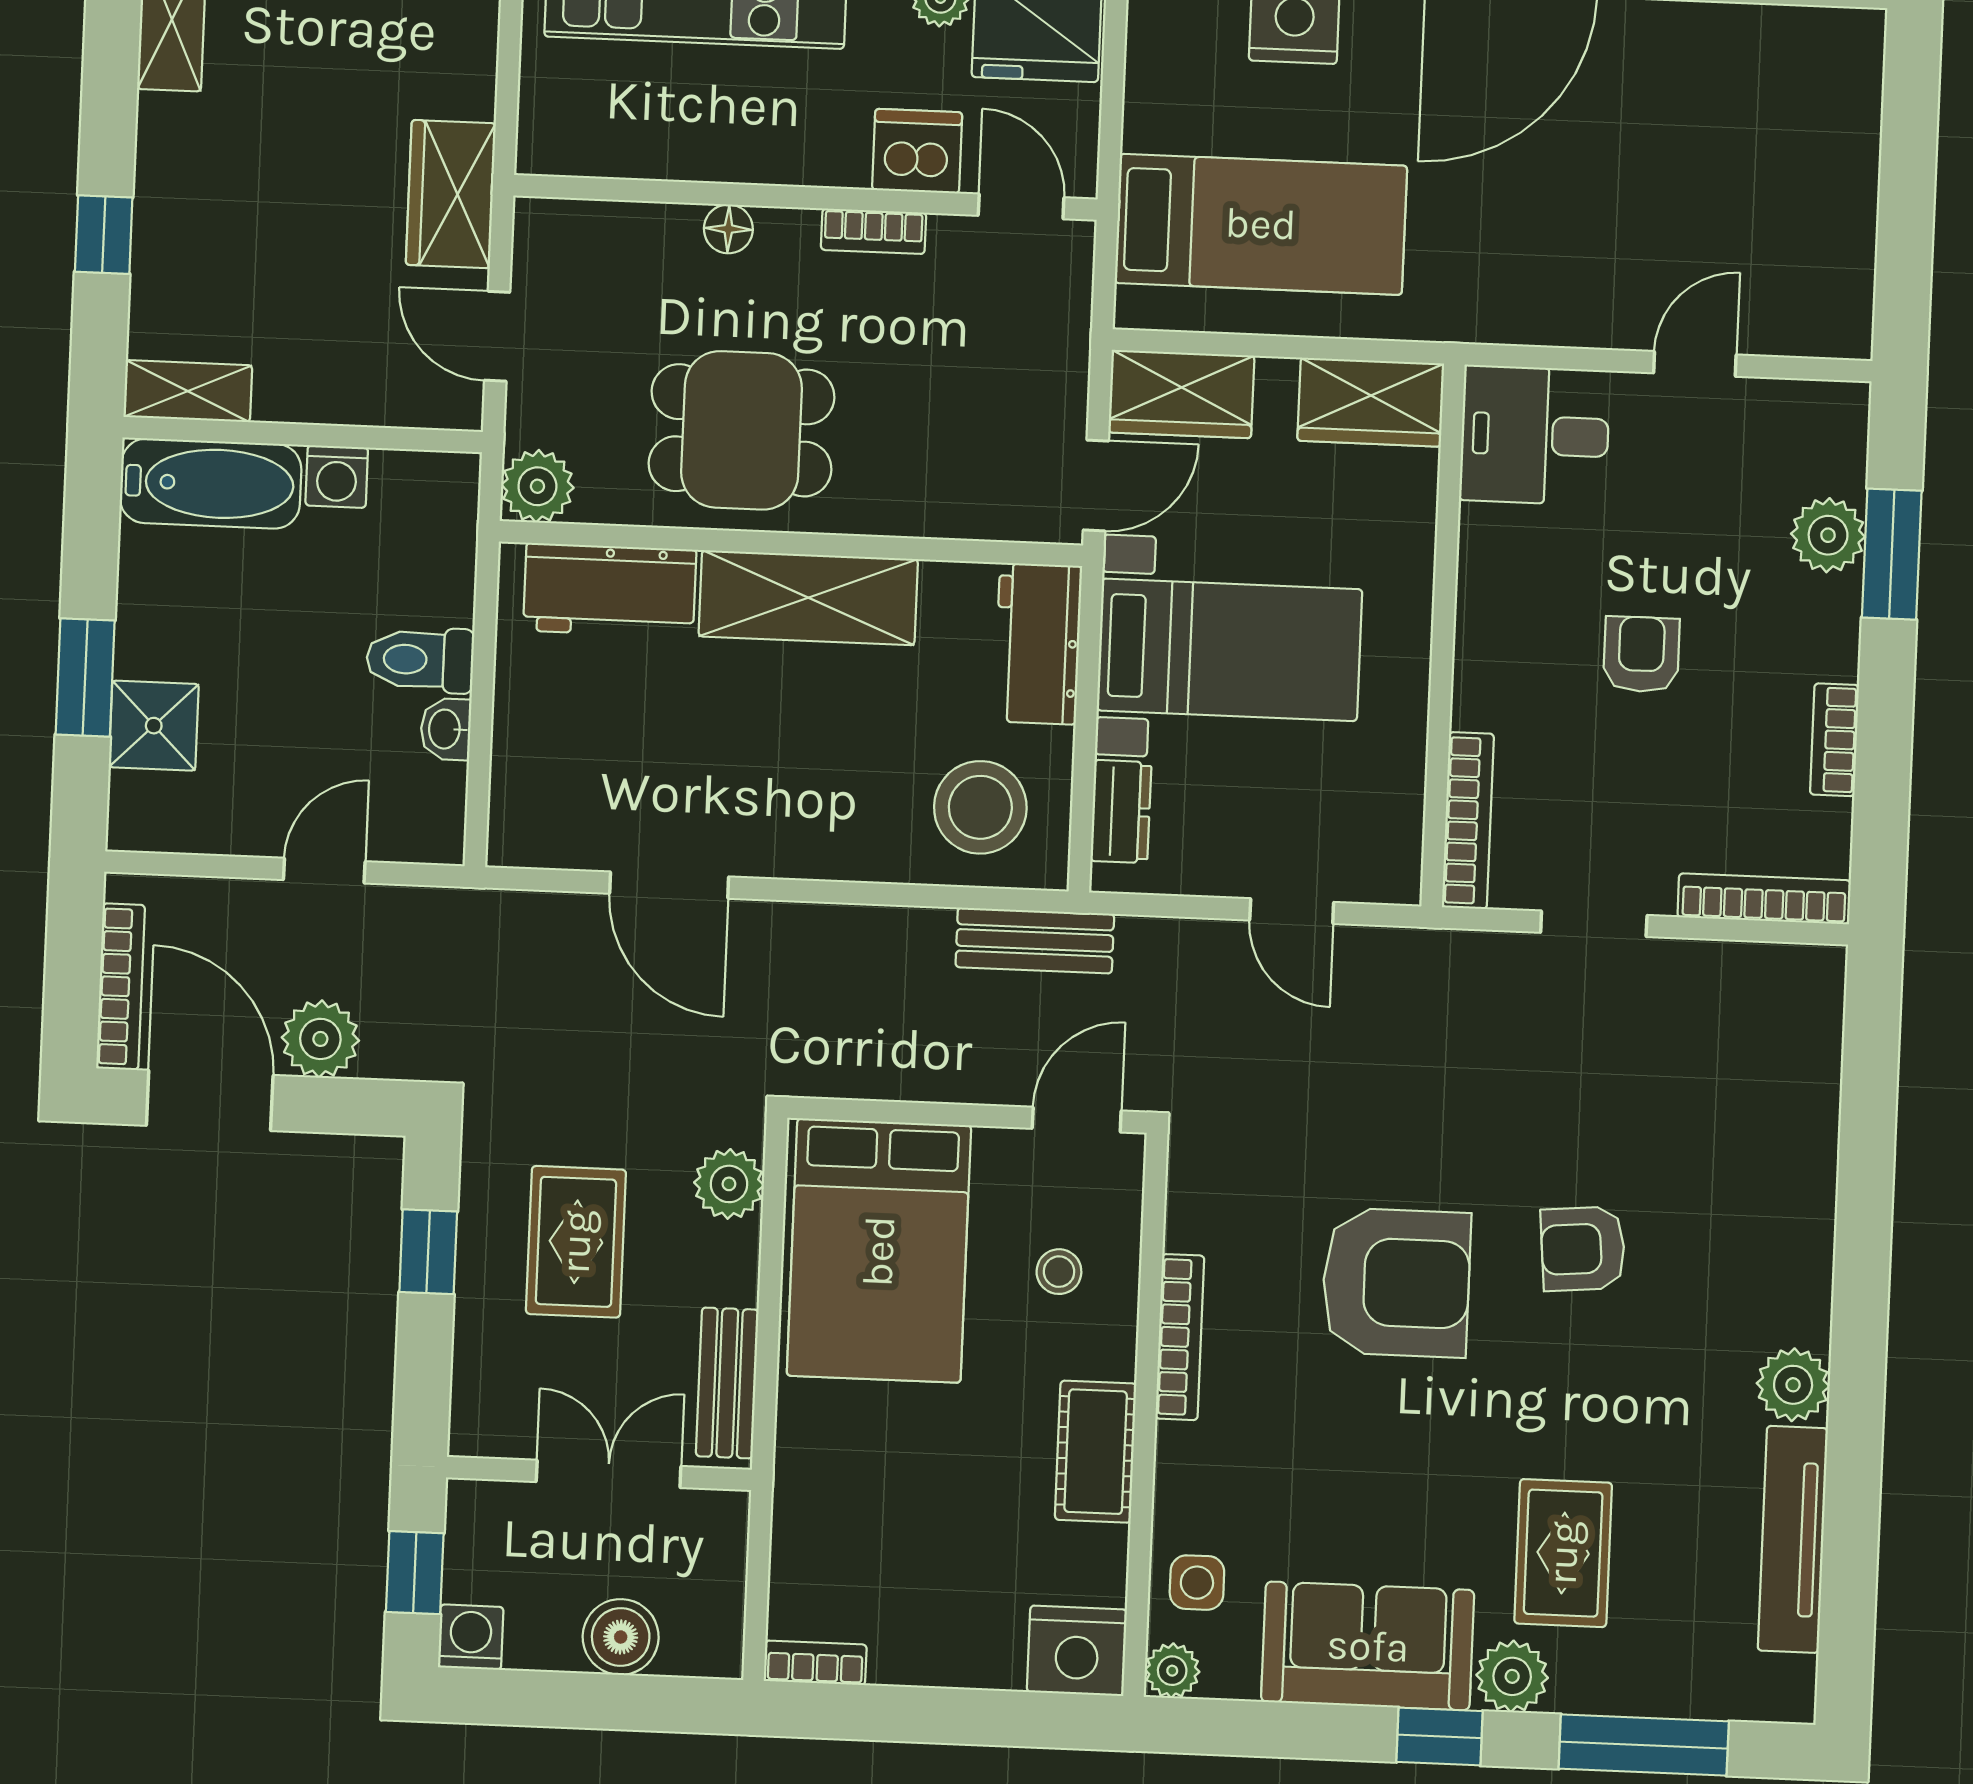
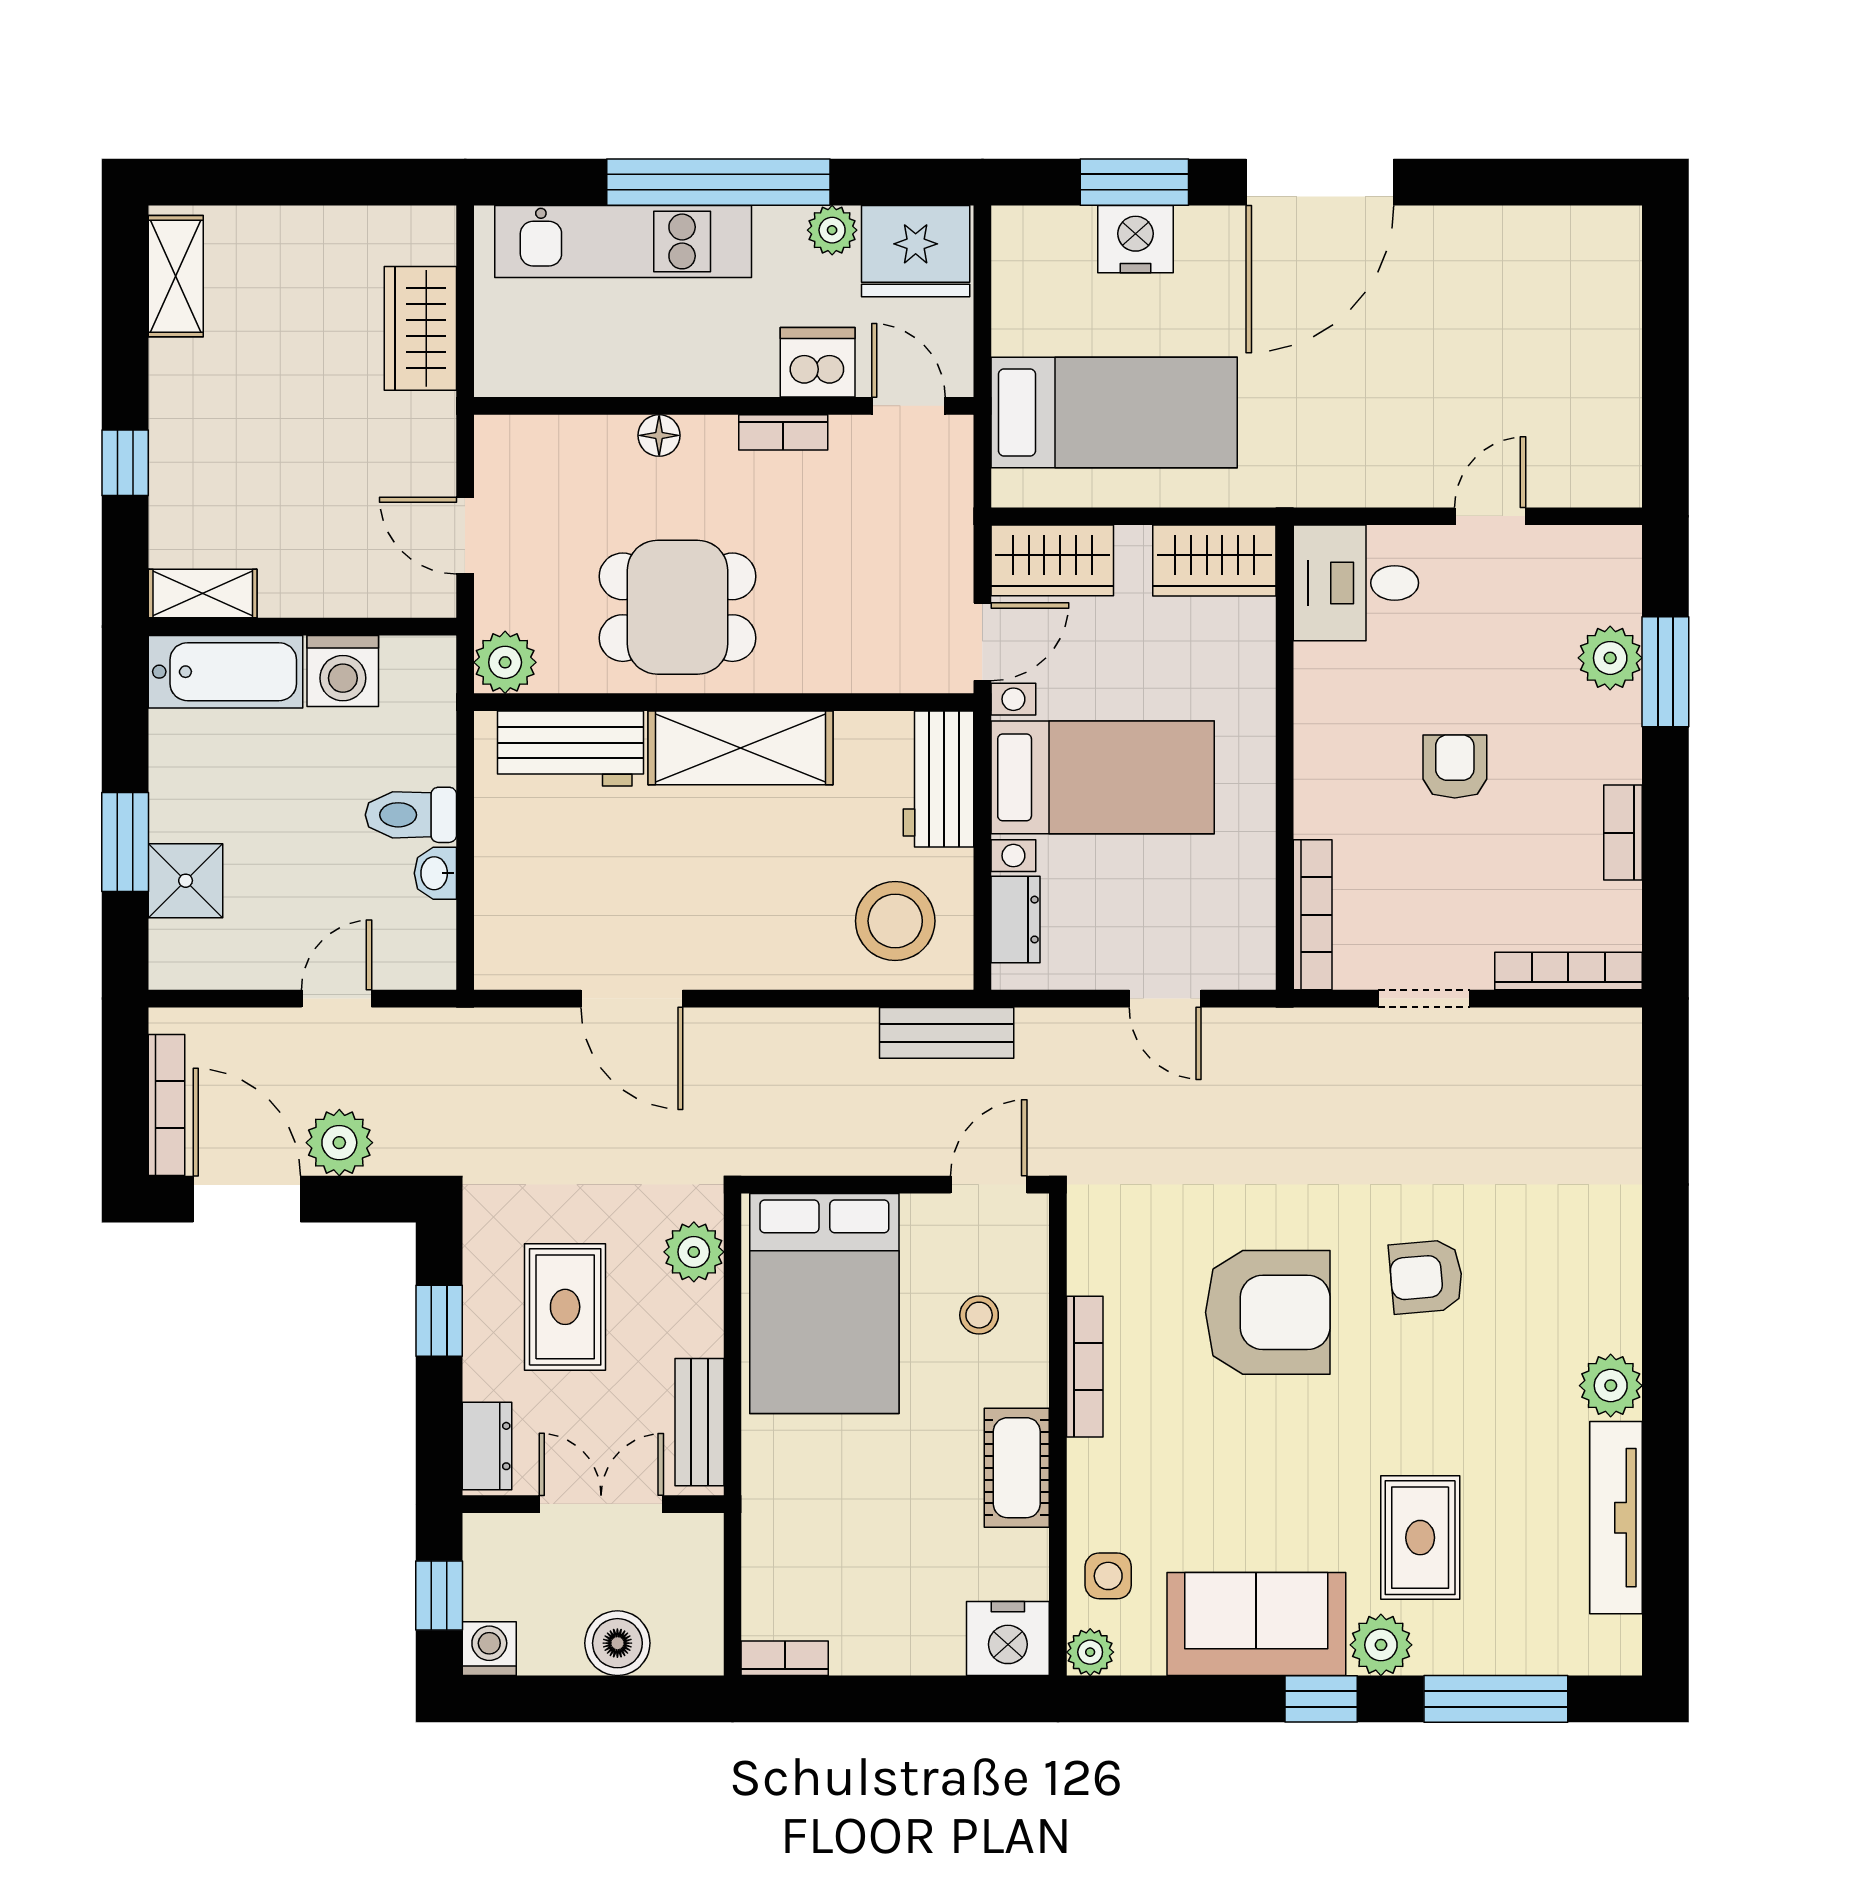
wardrobe: (451, 194) -> (420, 328), moved
washing machine: (337, 477) -> (343, 671), width x1.38, depth x1.38
dresser: (478, 1400) -> (487, 1446), added

